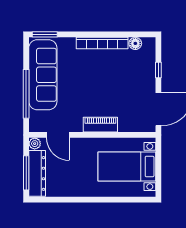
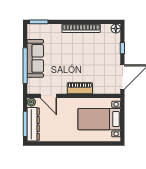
floor lamp: (135, 43) -> (116, 29), moved
sofa: (43, 75) -> (35, 58), width x0.74, depth x0.79

